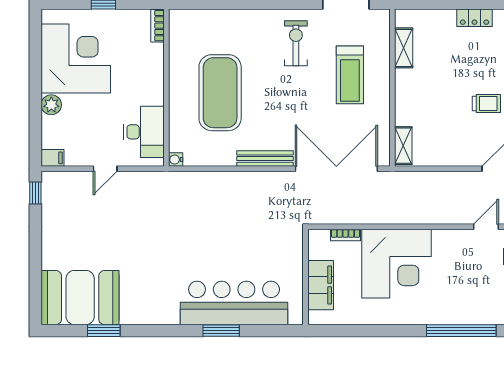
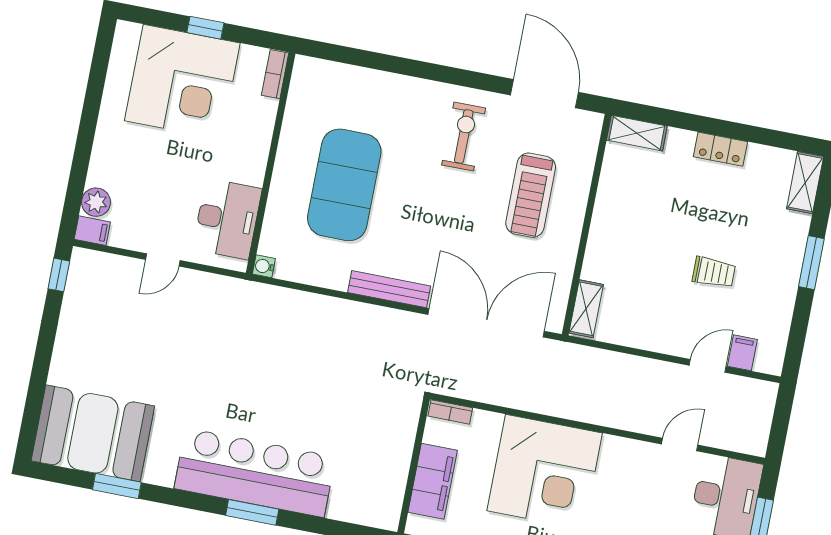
shelving: (404, 48) -> (637, 133), moved, turned 90
corner desk: (76, 59) -> (182, 82), moved, turned 90
plant: (51, 105) -> (96, 202), moved
bookcase: (346, 235) -> (450, 412), moved
bar counter: (234, 303) -> (255, 473), moved
window: (221, 331) -> (252, 512), moved

